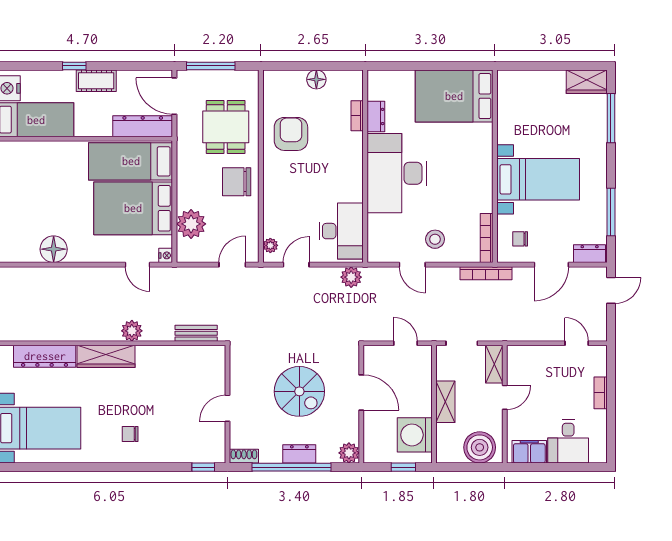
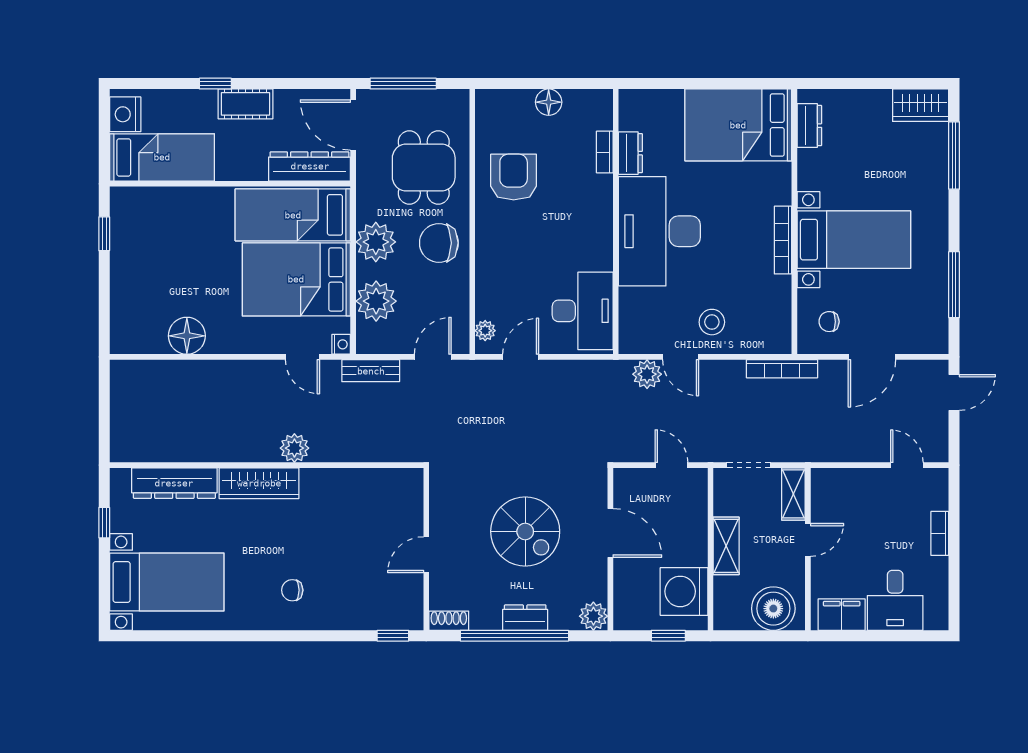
plant: (191, 181) -> (376, 242), added
bookcase: (487, 238) -> (783, 240), moved
dresser: (590, 254) -> (809, 126), moved, turned 90
plant: (351, 277) -> (647, 374), moved
bench: (196, 333) -> (371, 371), moved

